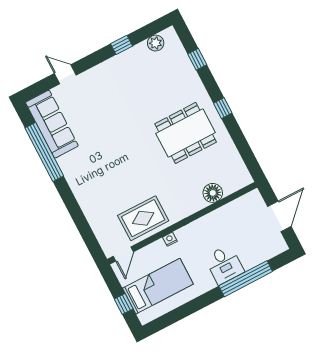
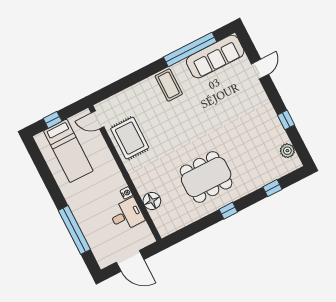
dining table: (186, 133) -> (206, 177), turned 90
coffee table: (84, 175) -> (169, 85), added
nightstand: (170, 239) -> (126, 193), moved
desk: (224, 265) -> (127, 215), moved, turned 180

